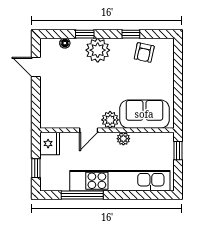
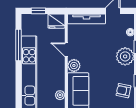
tv unit: (47, 103) -> (86, 19), added
plant: (123, 139) -> (60, 95), moved

